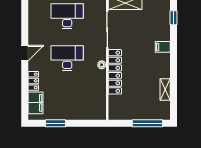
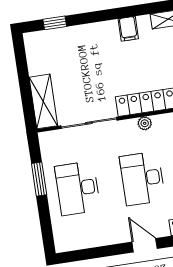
filing cabinet: (163, 47) -> (128, 29), moved

